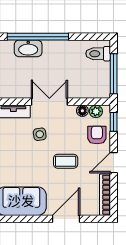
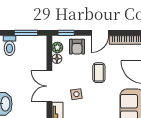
window: (114, 74) -> (26, 33), width x0.69
armchair: (97, 135) -> (77, 47), turned -90
door: (114, 163) -> (100, 33), hinge flipped

